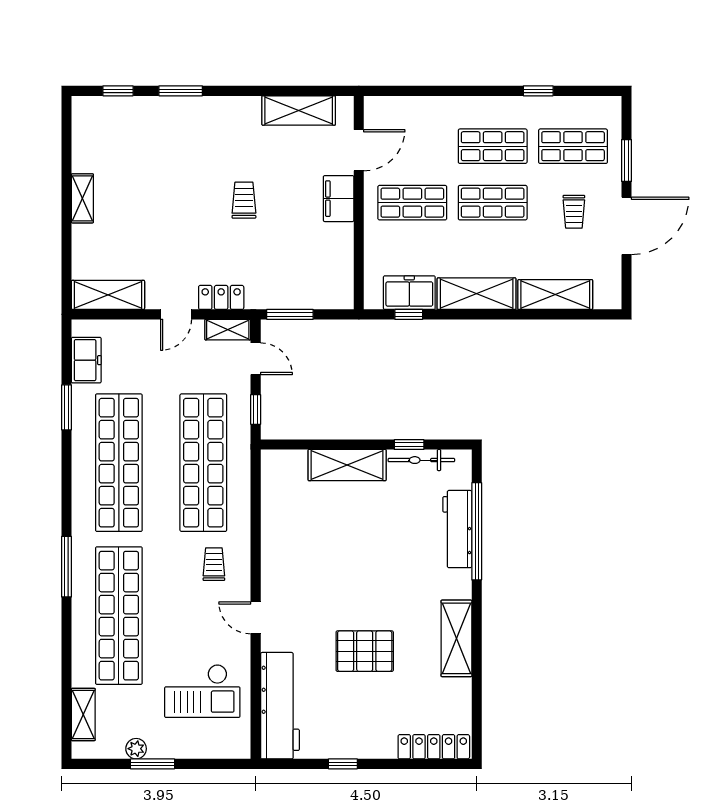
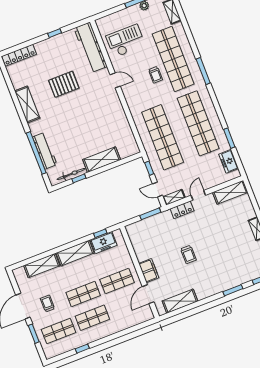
trolley: (214, 564) -> (155, 75), moved

